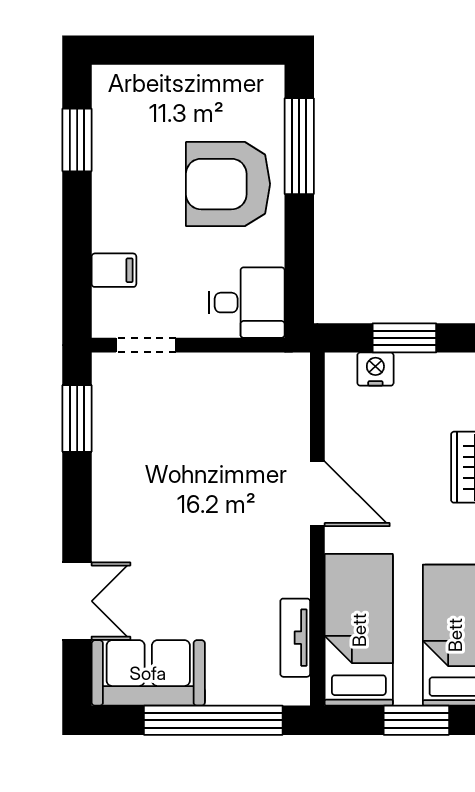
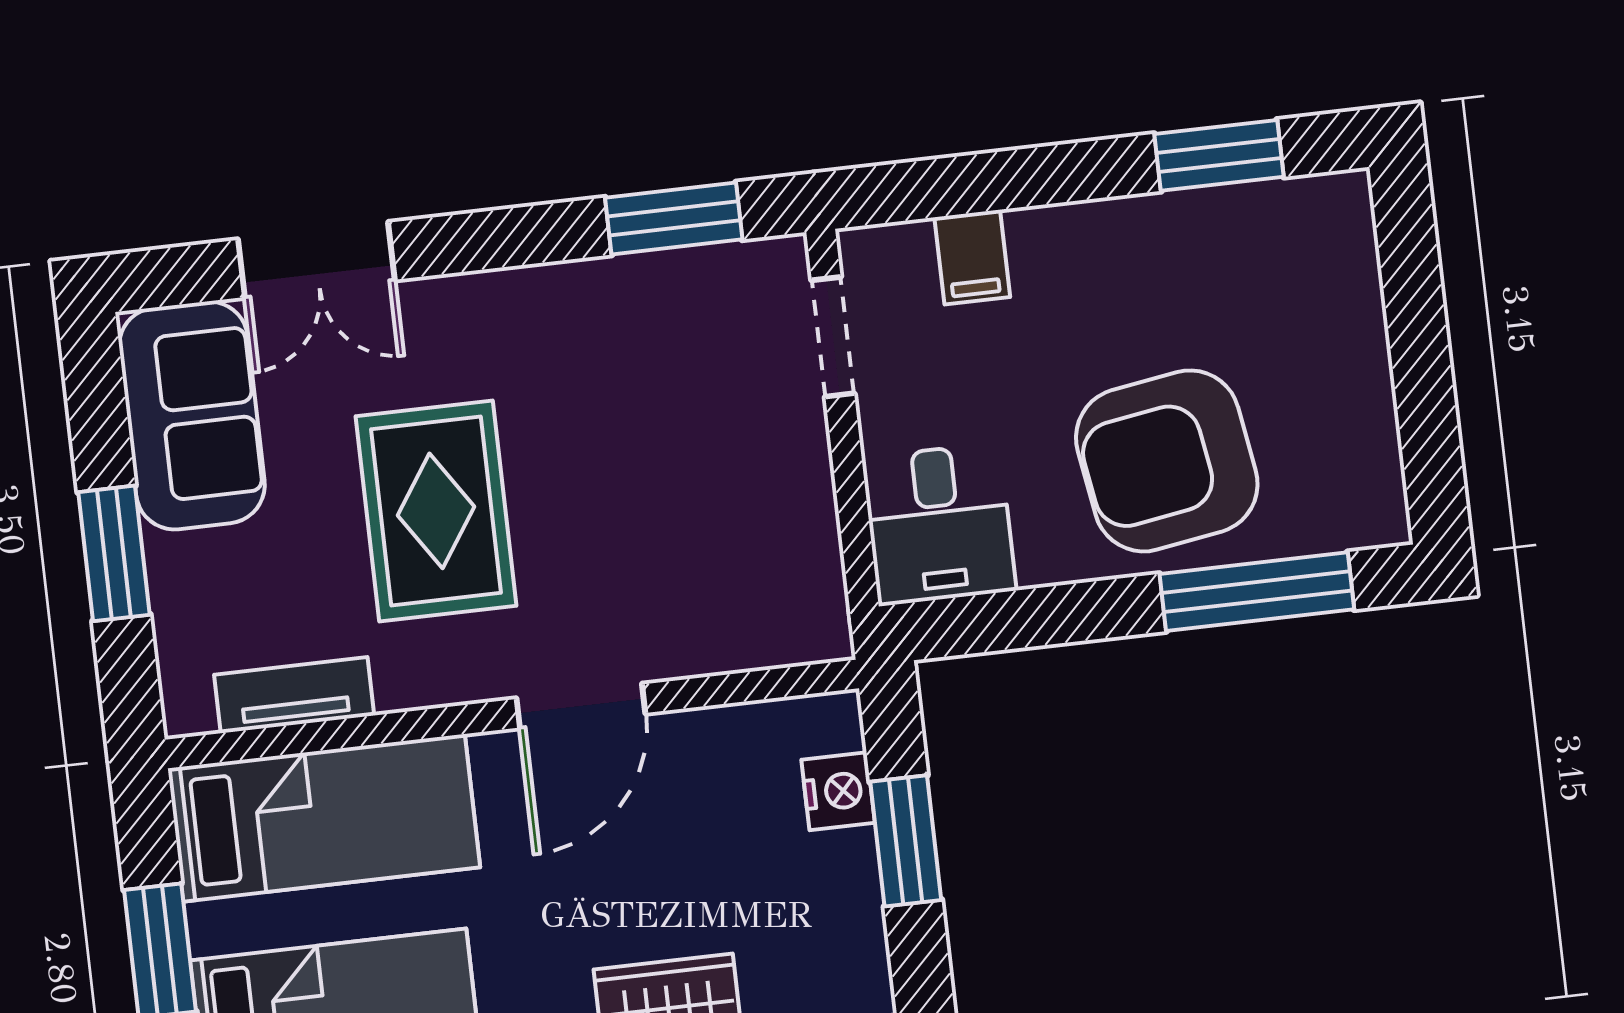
armchair: (228, 184) -> (1167, 461), turned -99
rug: (211, 555) -> (436, 511), added
window: (213, 720) -> (114, 553), width x0.47

